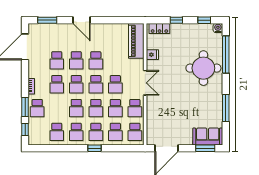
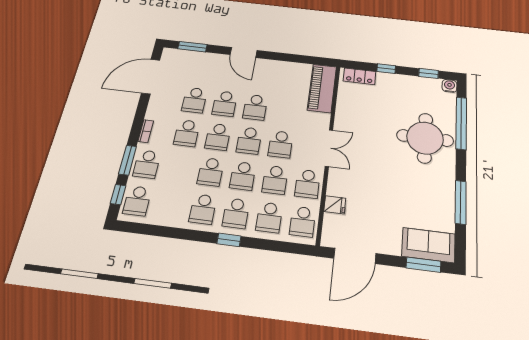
fridge: (152, 55) -> (335, 205), moved
school desk: (57, 132) -> (137, 201), moved

